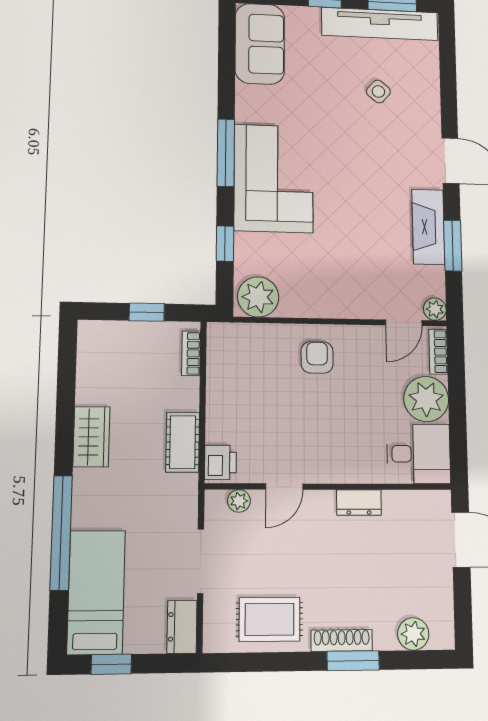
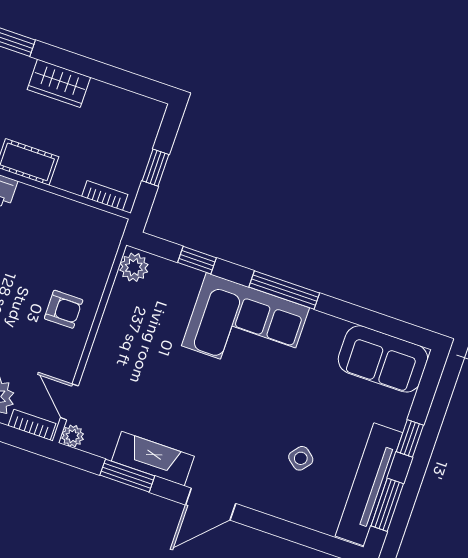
plant: (258, 297) -> (134, 267), width x0.73, depth x0.73

